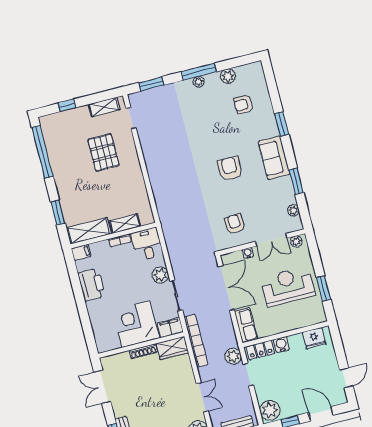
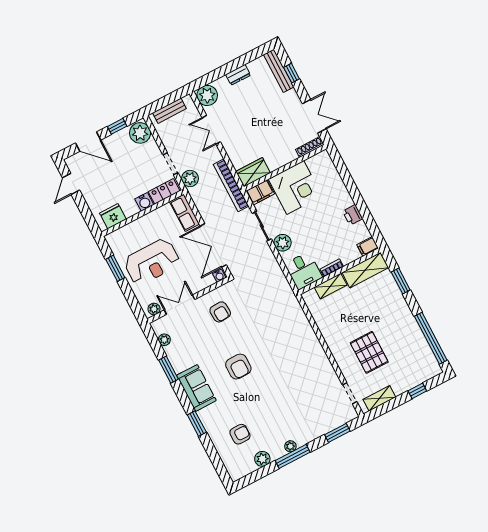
water cooler: (248, 253) -> (219, 276), moved
printer: (91, 285) -> (353, 215), width x0.53, depth x0.68
shoe rack: (143, 351) -> (310, 147), moved

